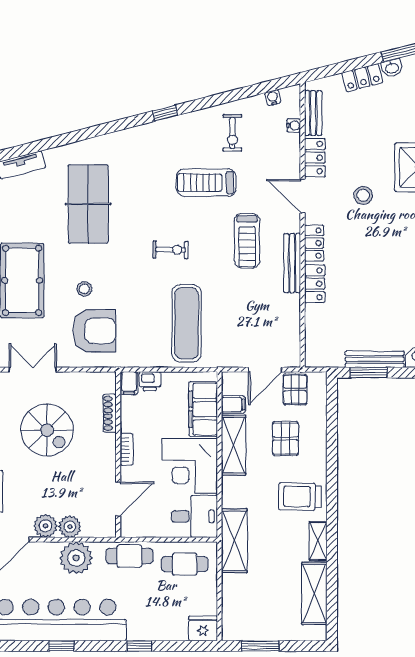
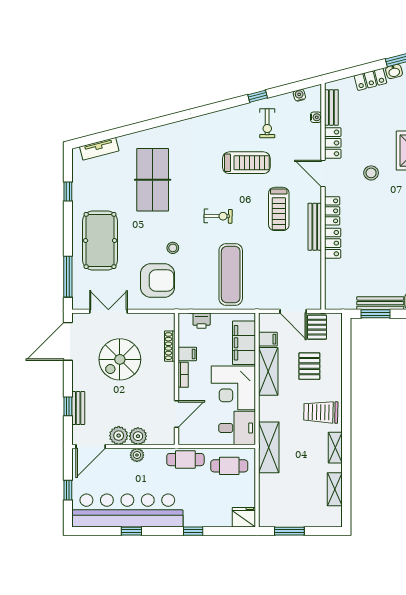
window: (165, 113) -> (258, 96), moved
treadmill: (206, 183) -> (246, 163), turned 180
stool: (84, 289) -> (173, 248), moved
door: (265, 370) -> (293, 311), hinge flipped
filing cabinet: (129, 383) -> (187, 354), moved, turned -90
spiral stairs: (47, 430) -> (120, 359), turned 90
plant: (76, 558) -> (137, 455), width x0.53, depth x0.53
shelving: (314, 594) -> (335, 489), width x0.67, depth x0.75

